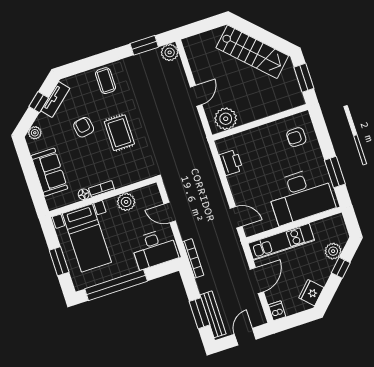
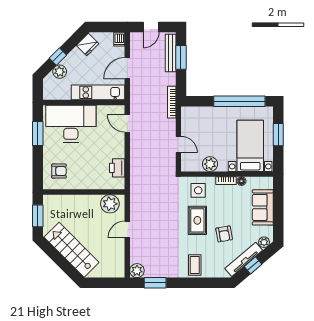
tv unit: (55, 99) -> (244, 259), width x1.41
side table: (130, 167) -> (198, 190), added
desk: (154, 249) -> (200, 120), removed

